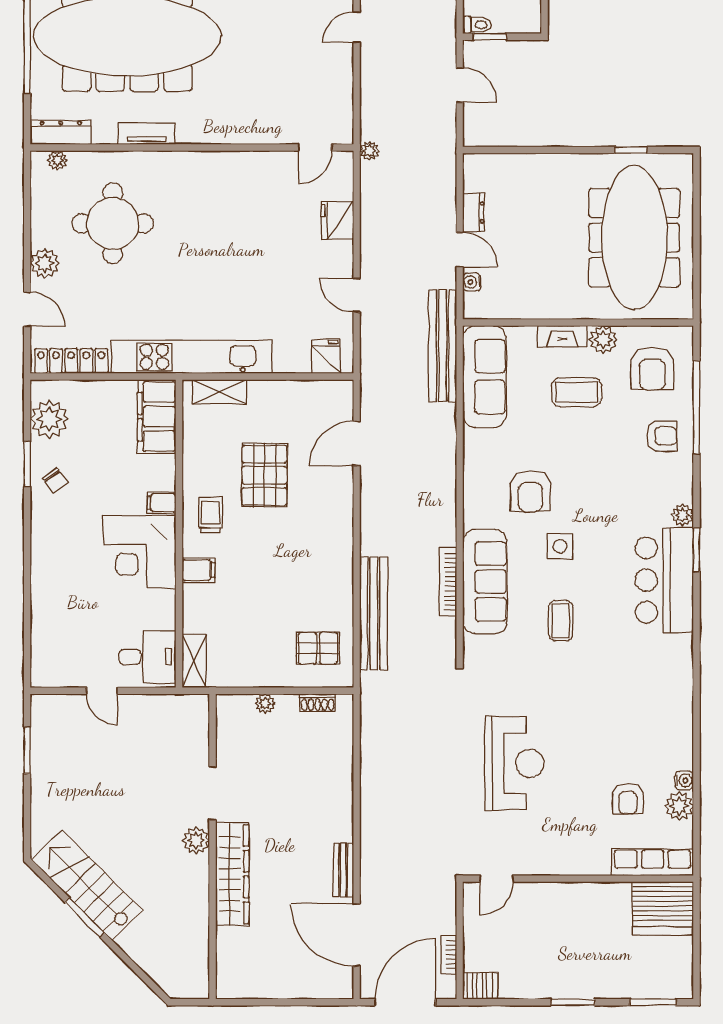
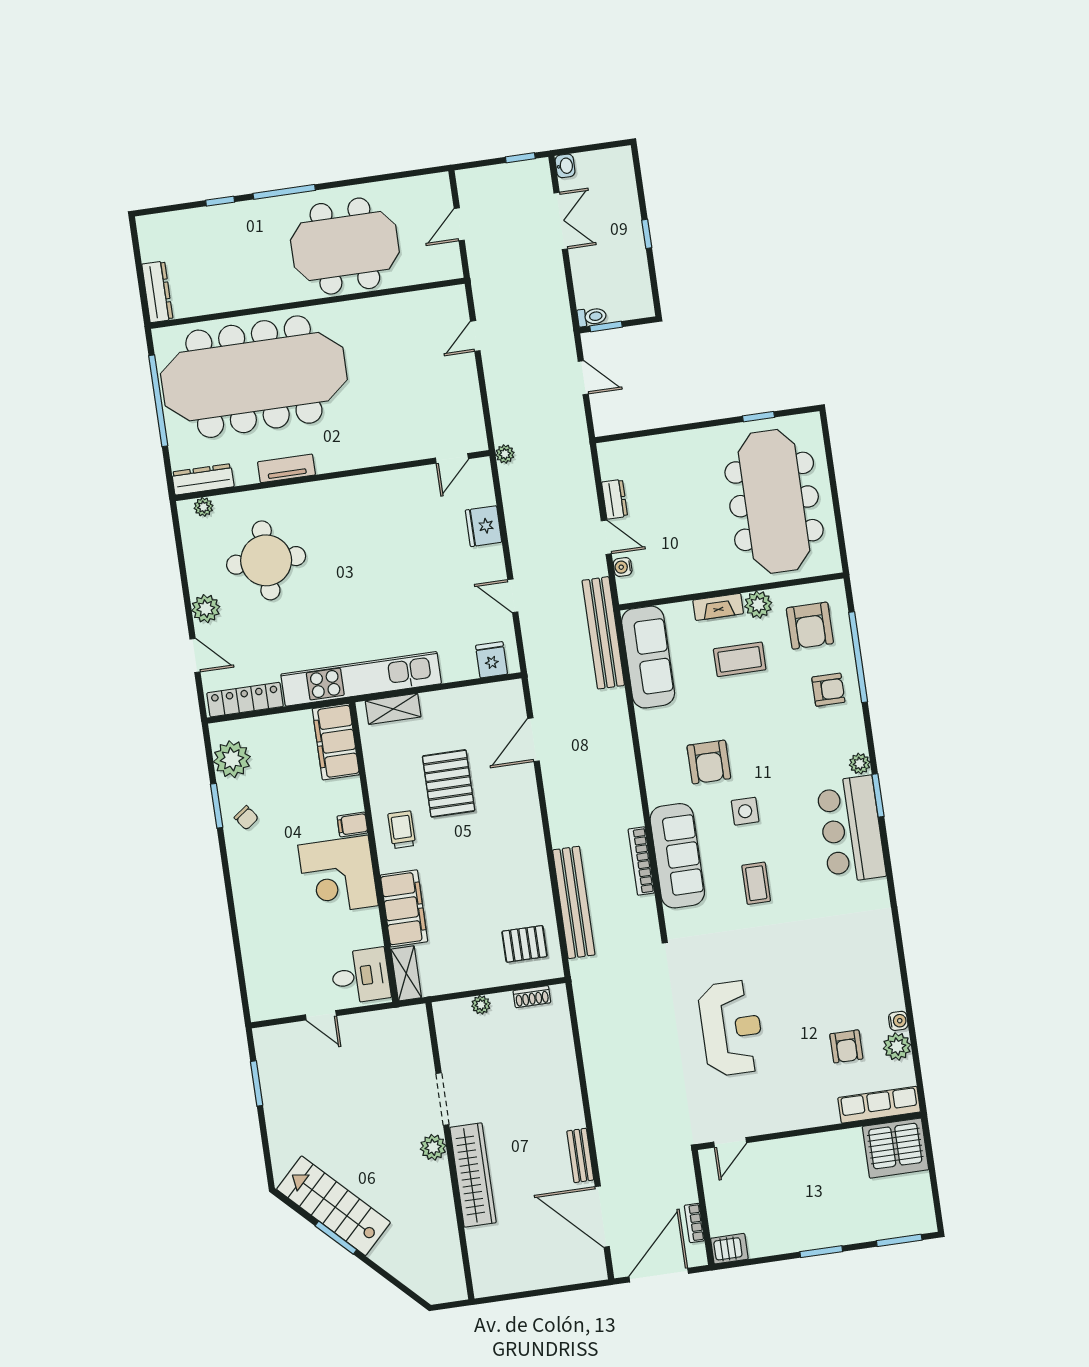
filing cabinet: (199, 570) -> (404, 908), width x3.00, depth x1.17

